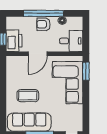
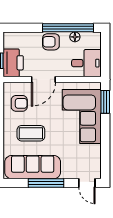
window: (43, 13) -> (68, 28), moved
armchair: (19, 72) -> (19, 103), added

